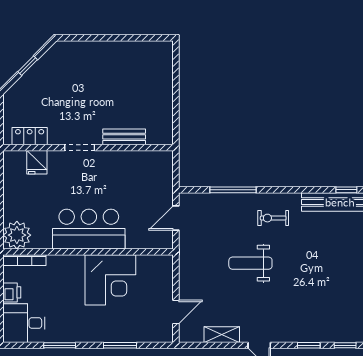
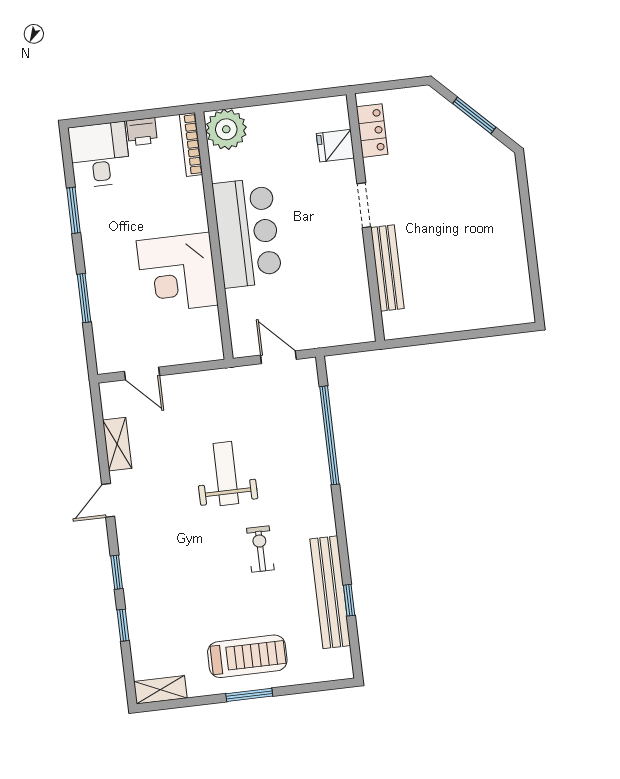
window: (28, 66) -> (474, 115), width x1.50
bench: (124, 137) -> (387, 268), width x1.36
window: (233, 190) -> (329, 435), width x1.46
exercise bike: (273, 218) -> (260, 549), moved

